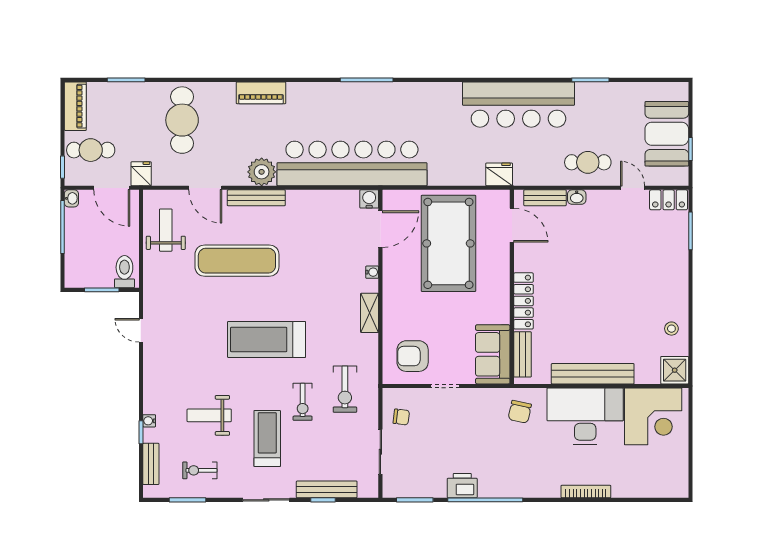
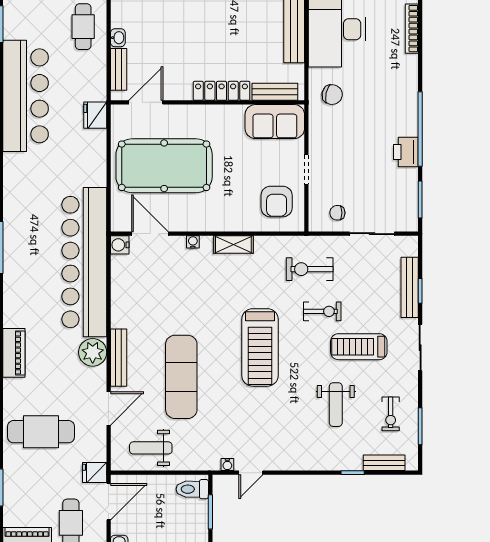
exercise bike: (345, 389) -> (310, 269), turned 180
chair: (401, 417) -> (337, 213), turned -97
water cooler: (149, 421) -> (227, 464), moved

